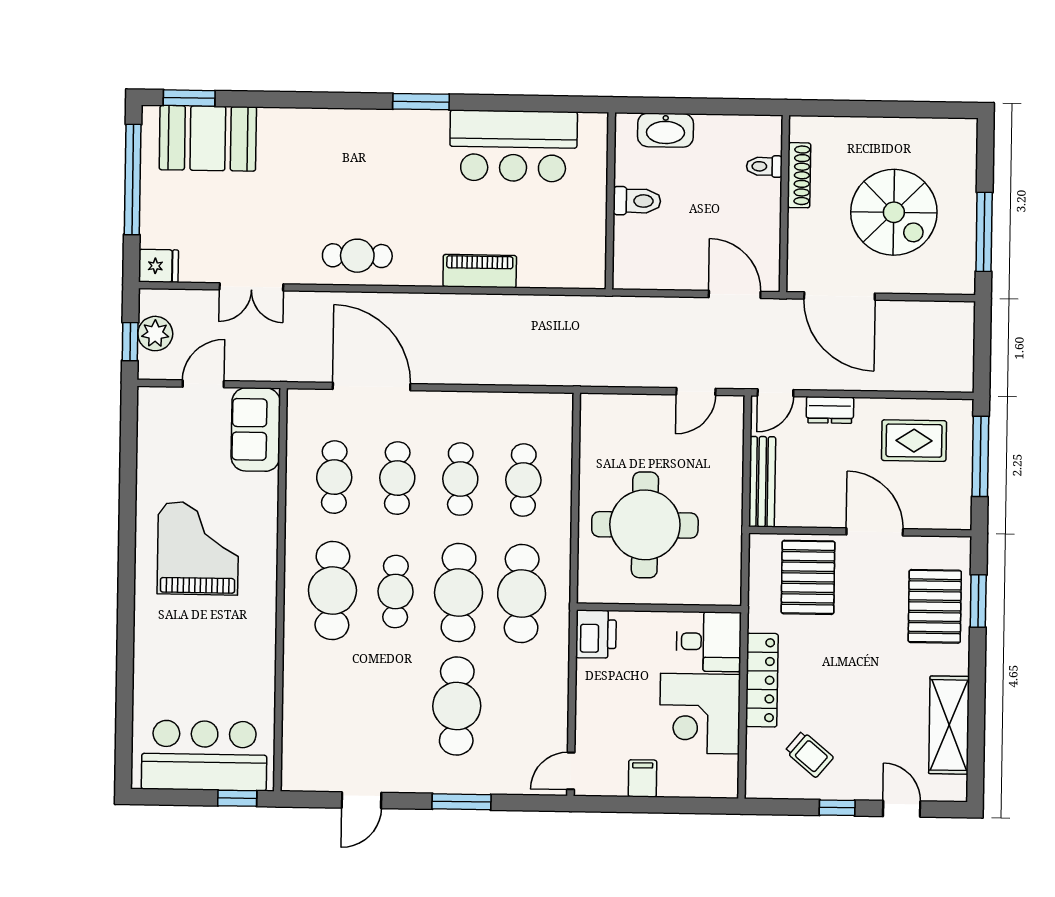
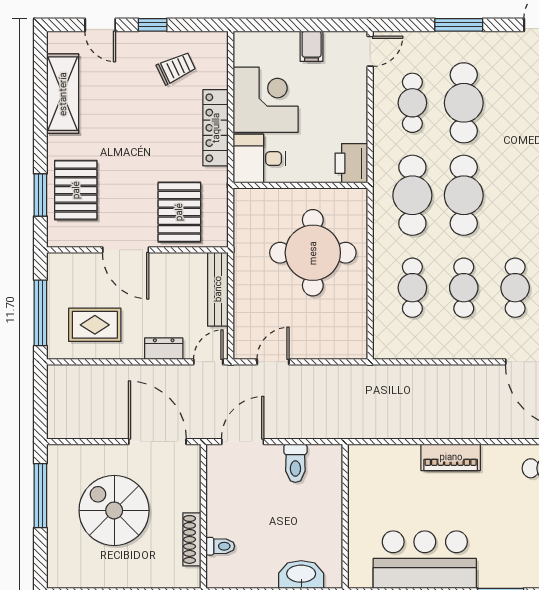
toilet: (637, 201) -> (295, 463), moved, turned -90
door: (735, 294) -> (243, 442), swing flipped
cafe table: (395, 592) -> (412, 103), moved
trolley: (809, 754) -> (176, 68), turned 115

